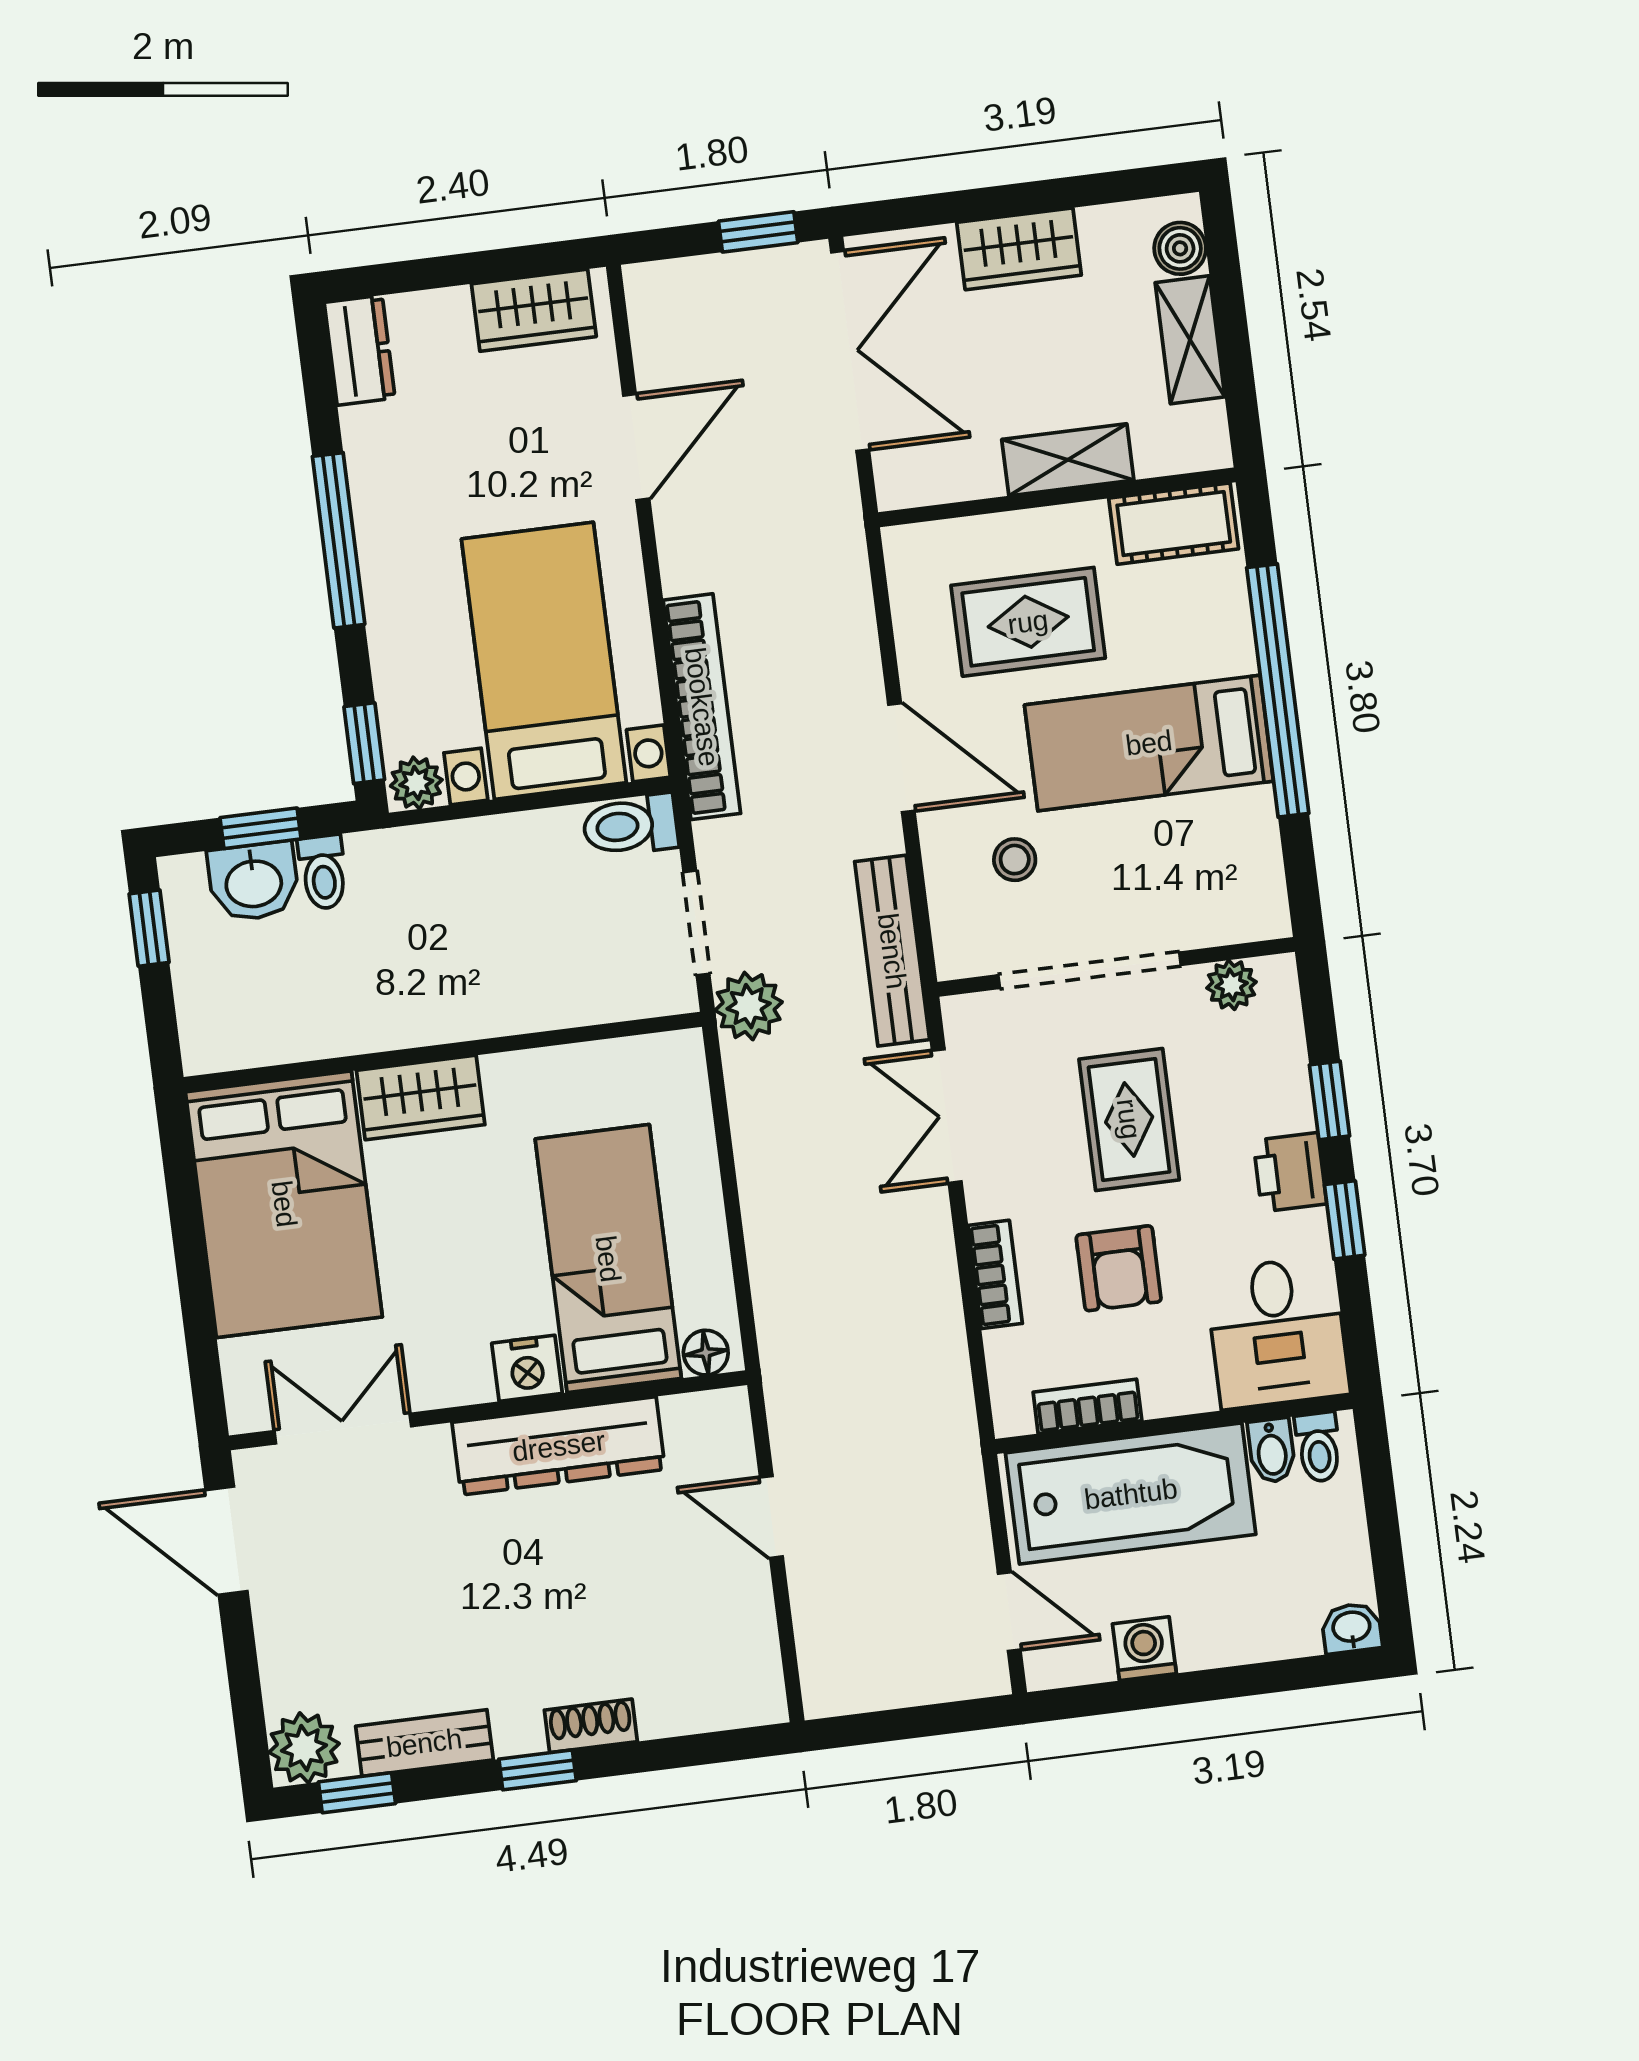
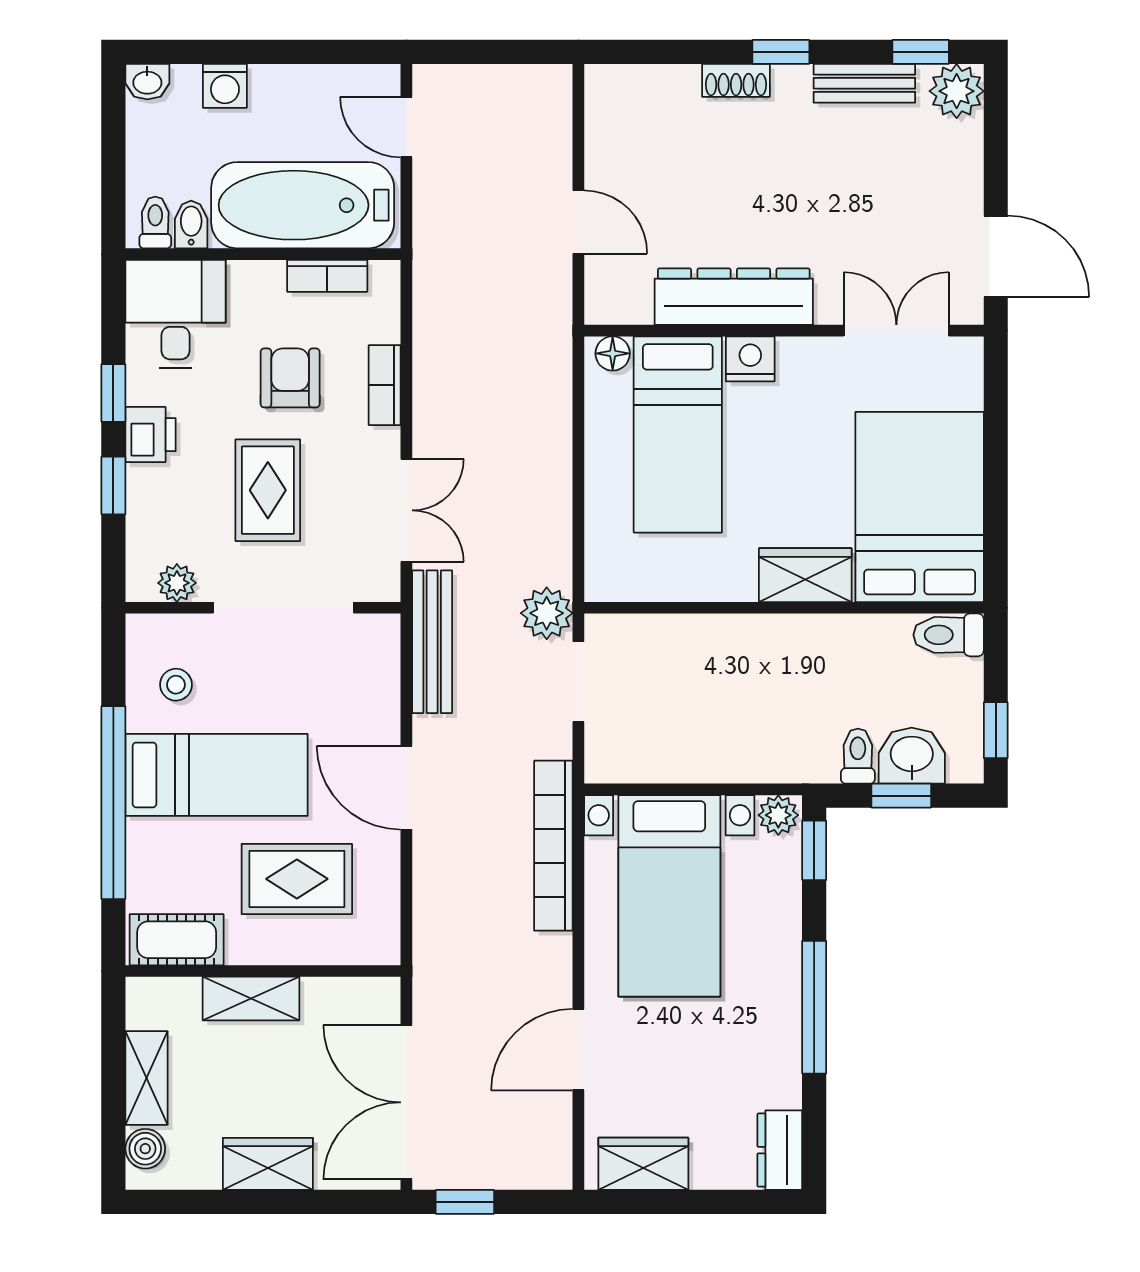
toilet: (630, 825) -> (949, 635), moved, turned 180
stool: (1015, 860) -> (176, 685), moved
double door: (343, 1429) -> (896, 331), swing flipped
washing machine: (1144, 1649) -> (225, 86), moved

